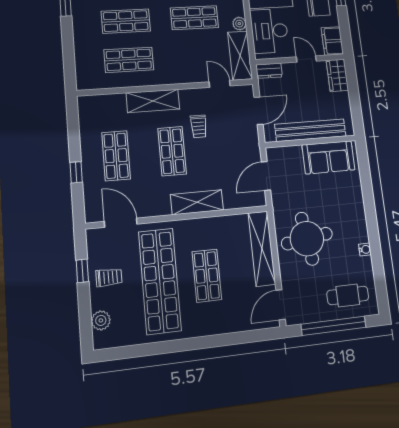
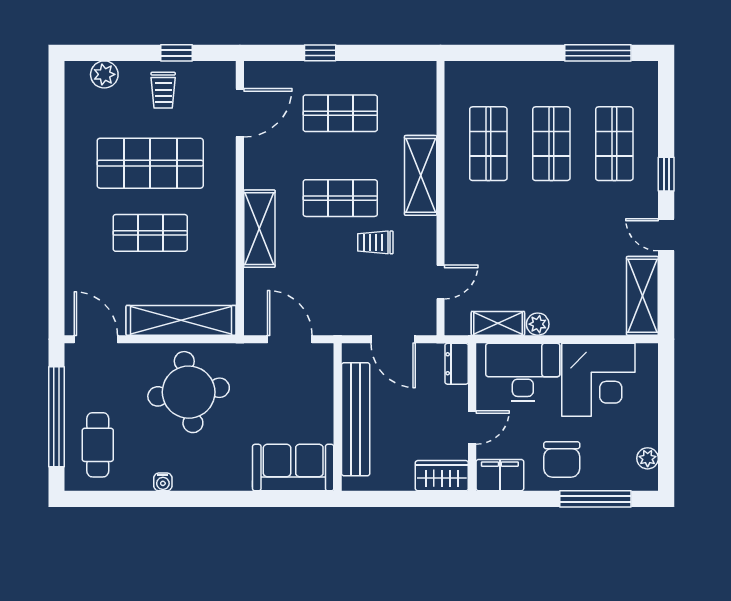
shop shelf: (194, 18) -> (551, 252), removed
shelving: (240, 55) -> (498, 323), width x0.67, depth x0.75
sofa: (328, 157) -> (293, 468), moved, turned 90
shop shelf: (160, 281) -> (150, 163), width x0.71

